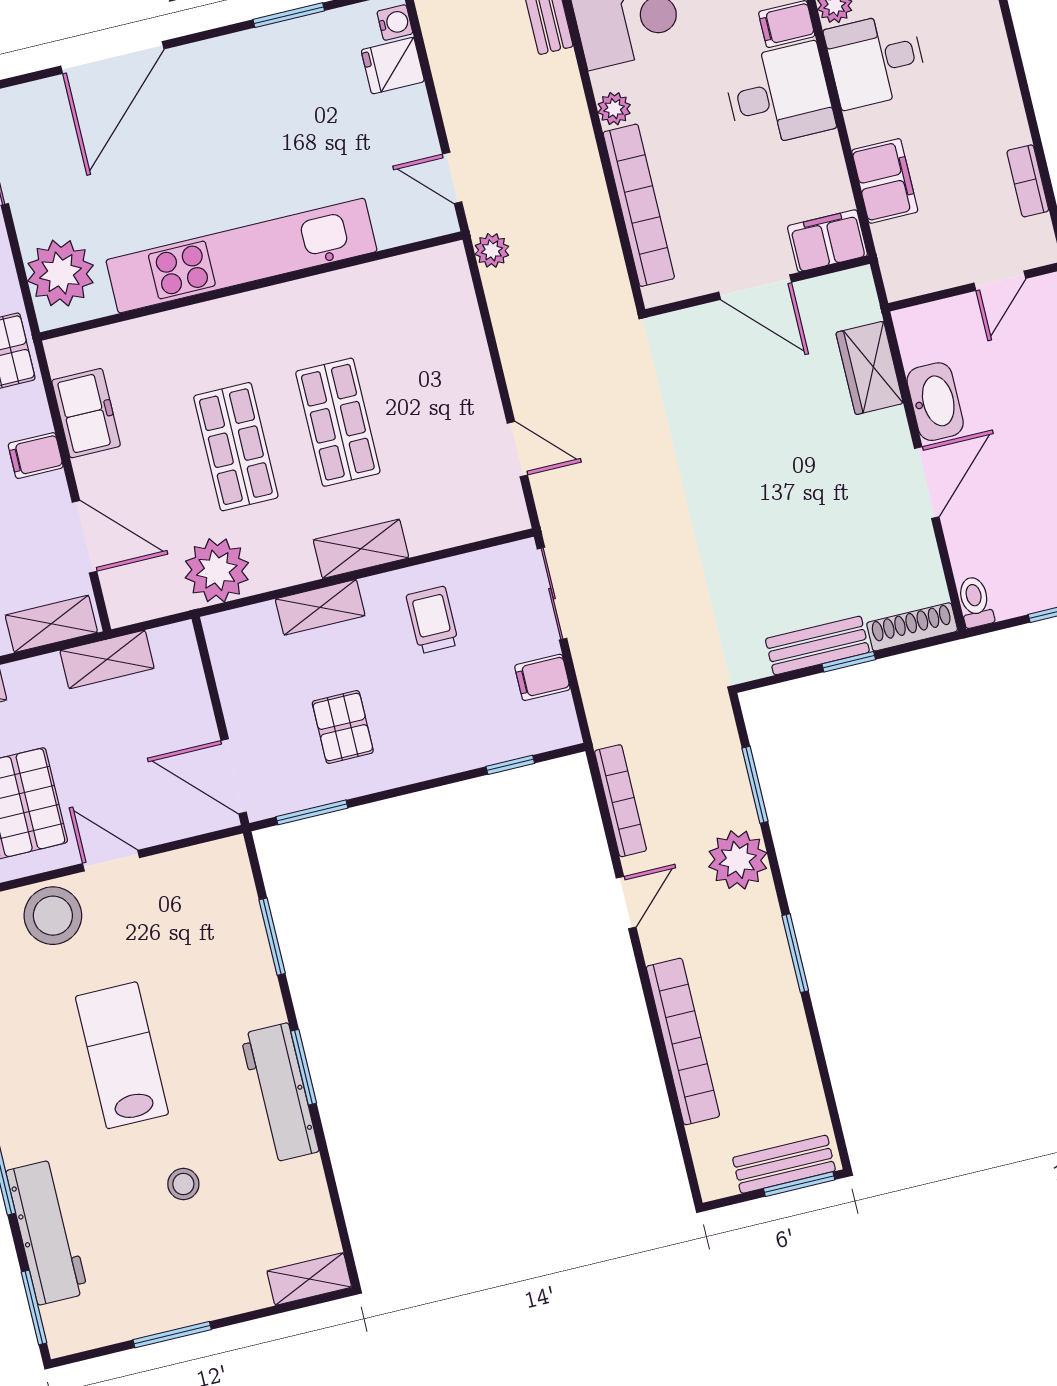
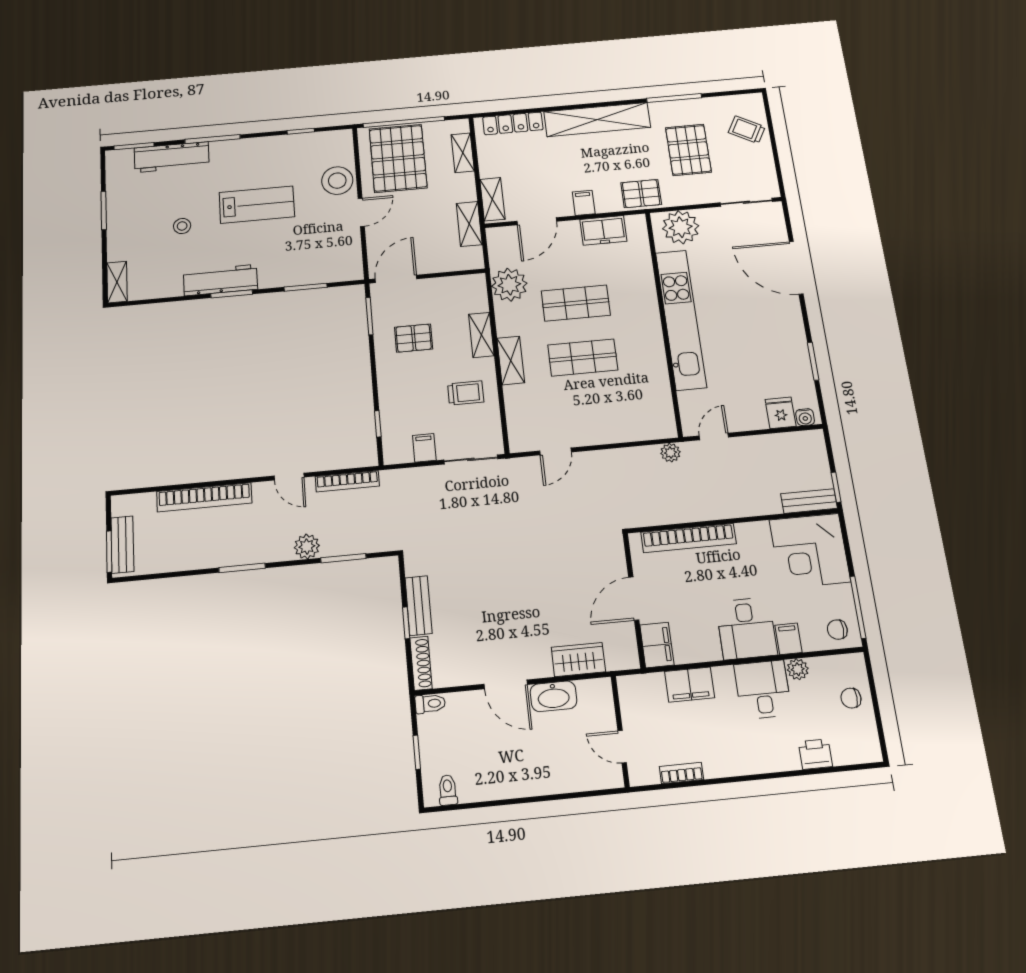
plant: (614, 109) -> (746, 532), removed
plant: (738, 860) -> (307, 547), width x0.73, depth x0.73

